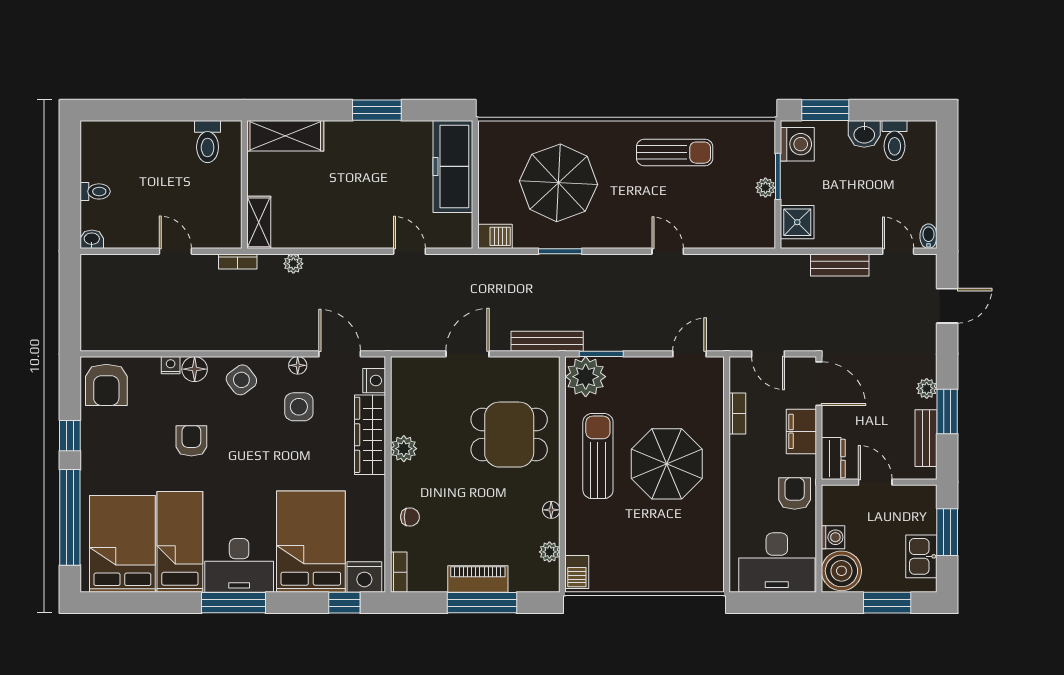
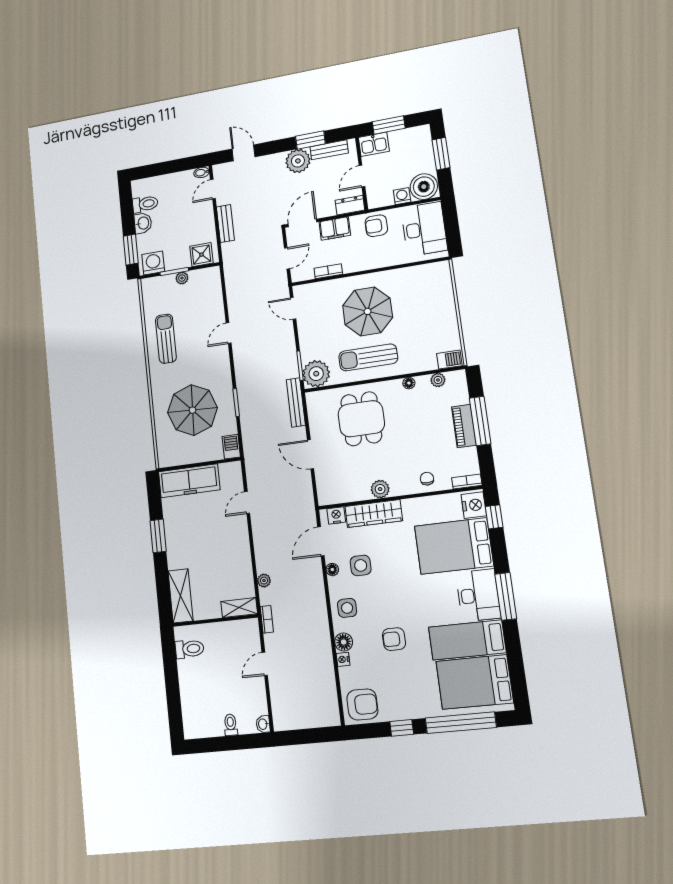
side table: (241, 380) -> (347, 608), turned 37
plant: (927, 388) -> (298, 161), width x1.88, depth x1.88
kitchen sink: (921, 556) -> (374, 144), moved

